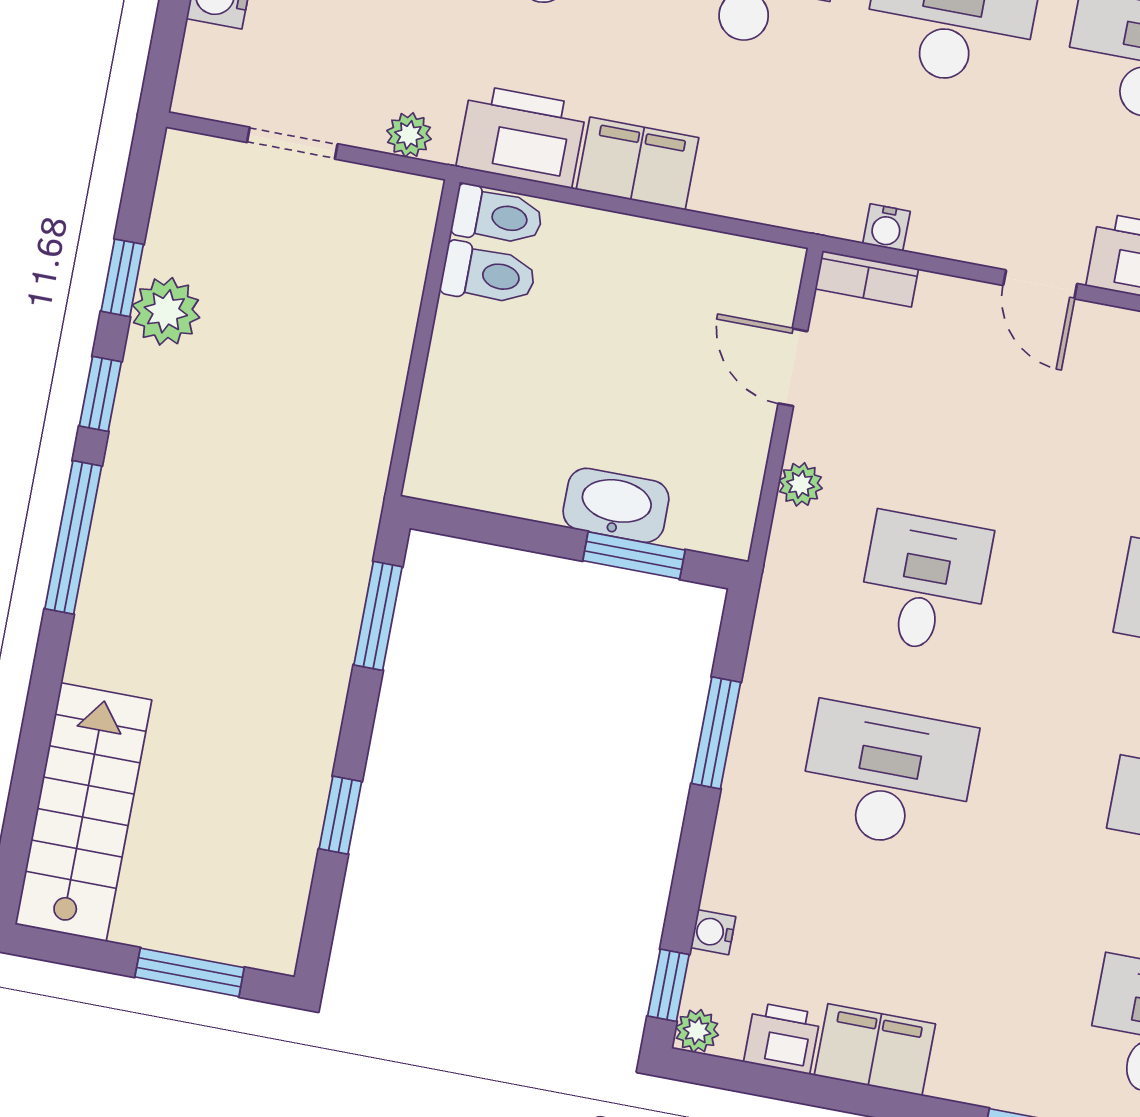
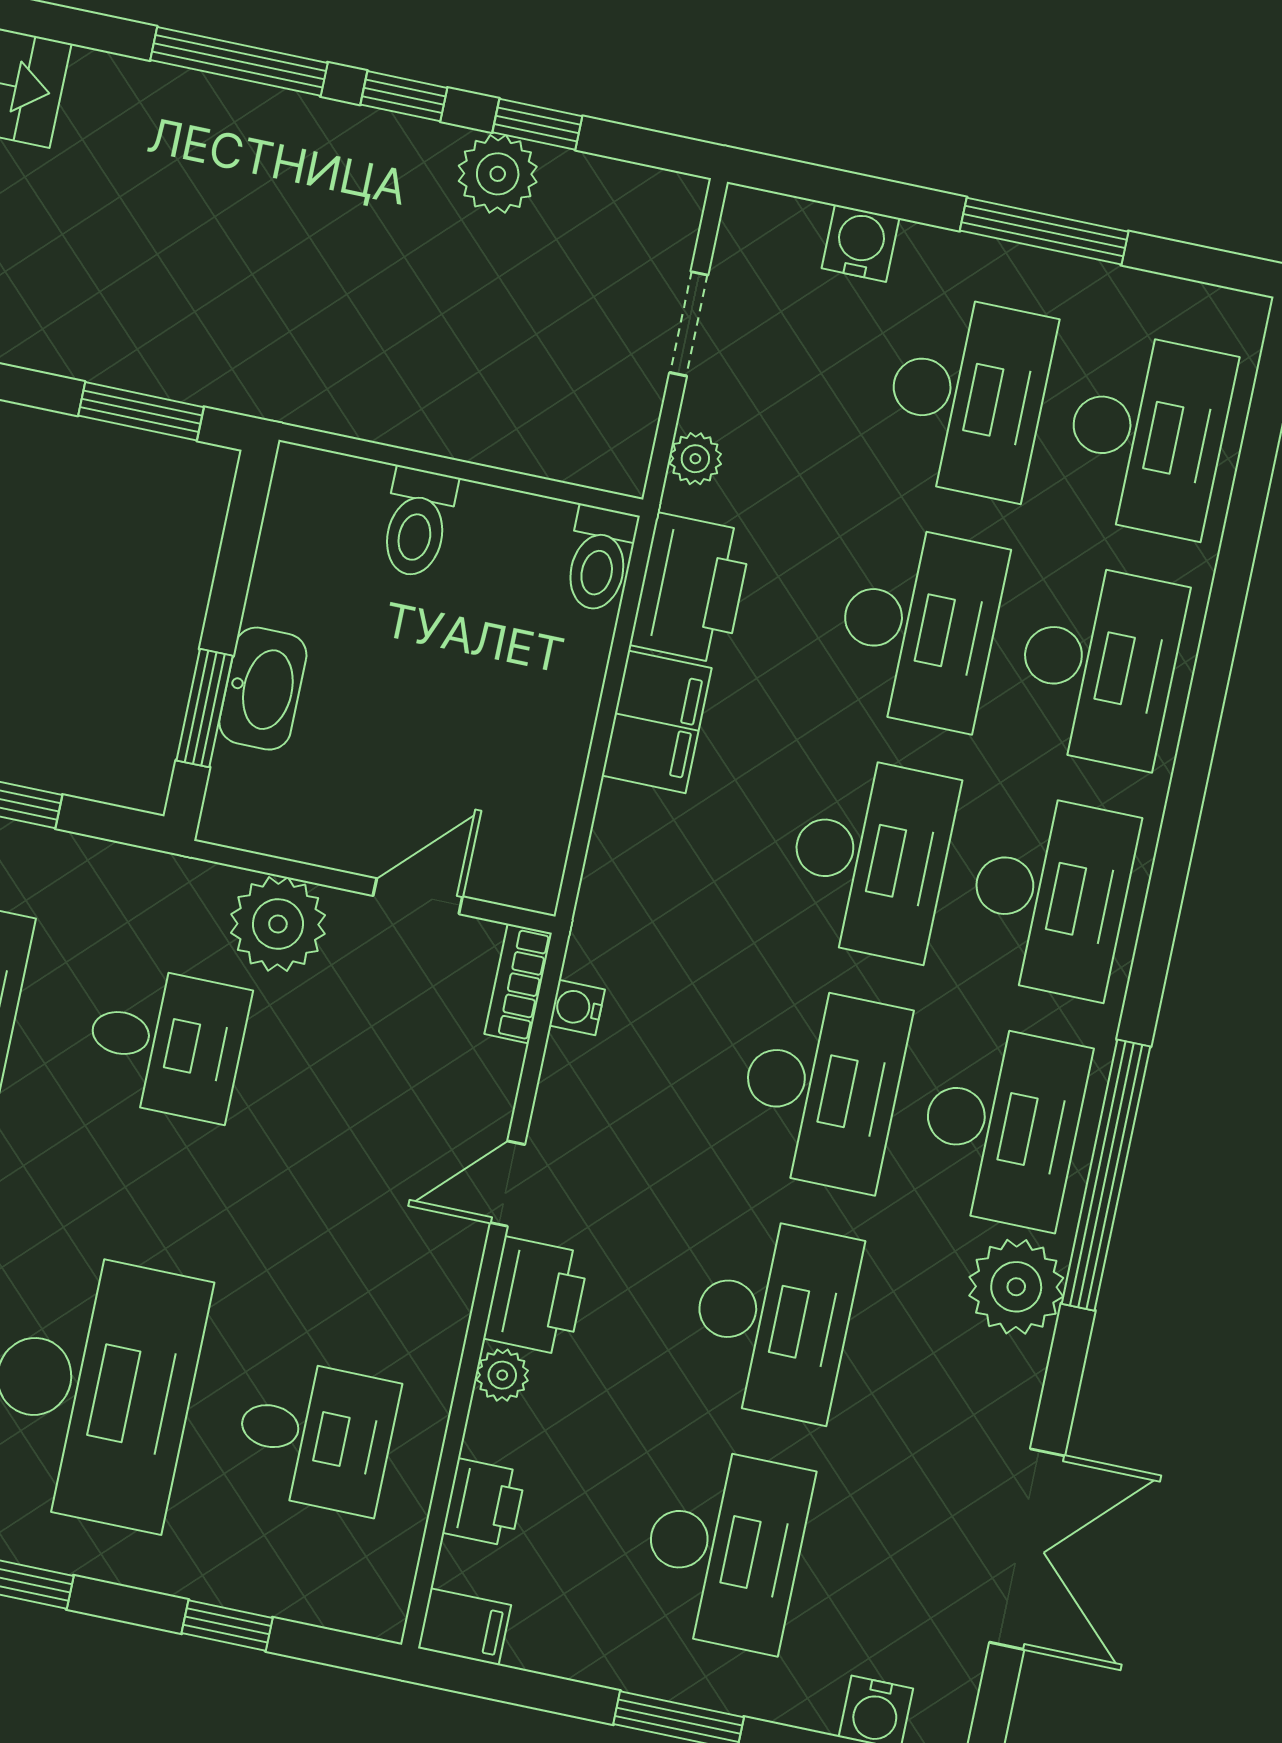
toilet: (488, 274) -> (417, 523), moved
plant: (801, 484) -> (278, 924), width x1.88, depth x1.88

